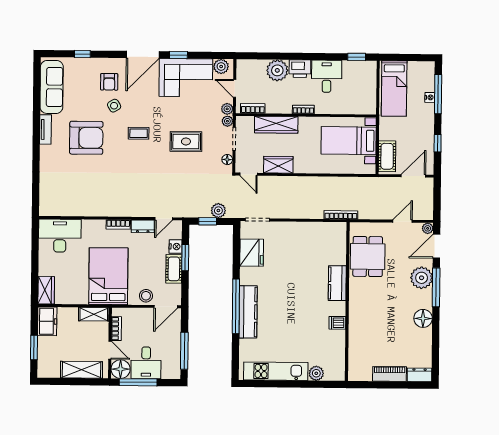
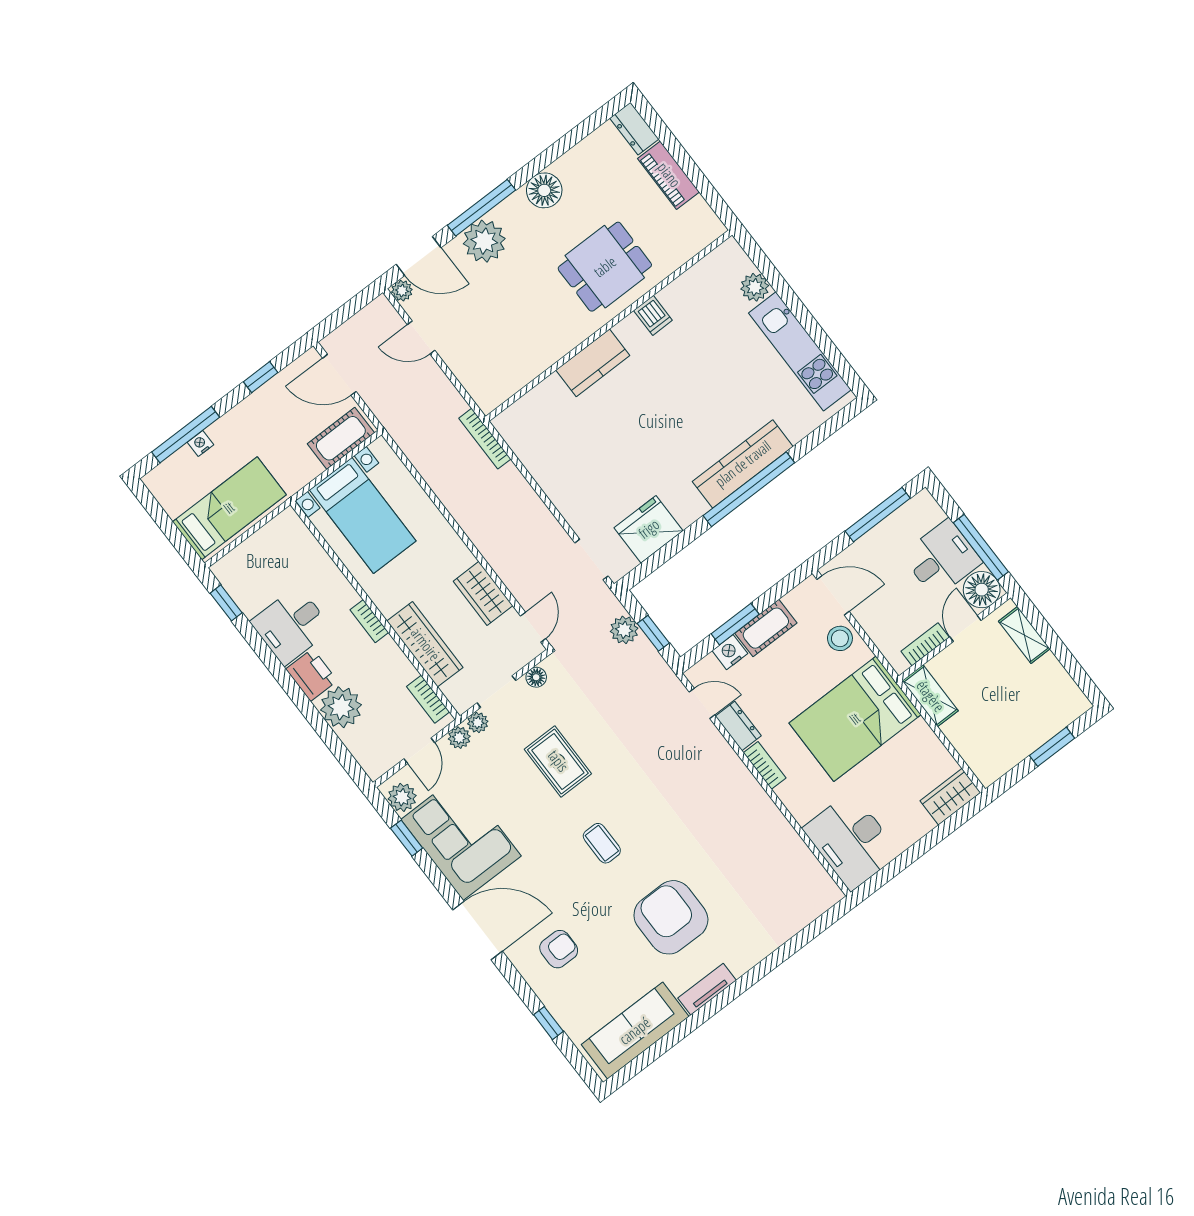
window: (178, 55) -> (407, 838), moved
side table: (114, 106) -> (589, 913), removed
dining table: (368, 257) -> (605, 267), moved
freezer: (47, 321) -> (996, 758), removed
shelving: (81, 370) -> (1024, 635), width x0.67, depth x0.75

